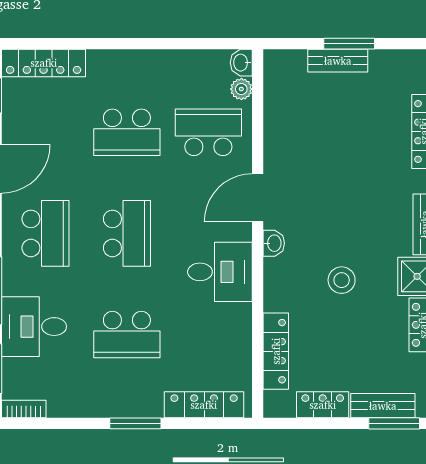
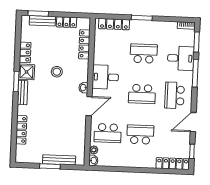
bench: (338, 61) -> (59, 160), width x1.36
school desk: (127, 233) -> (142, 94), turned -90

